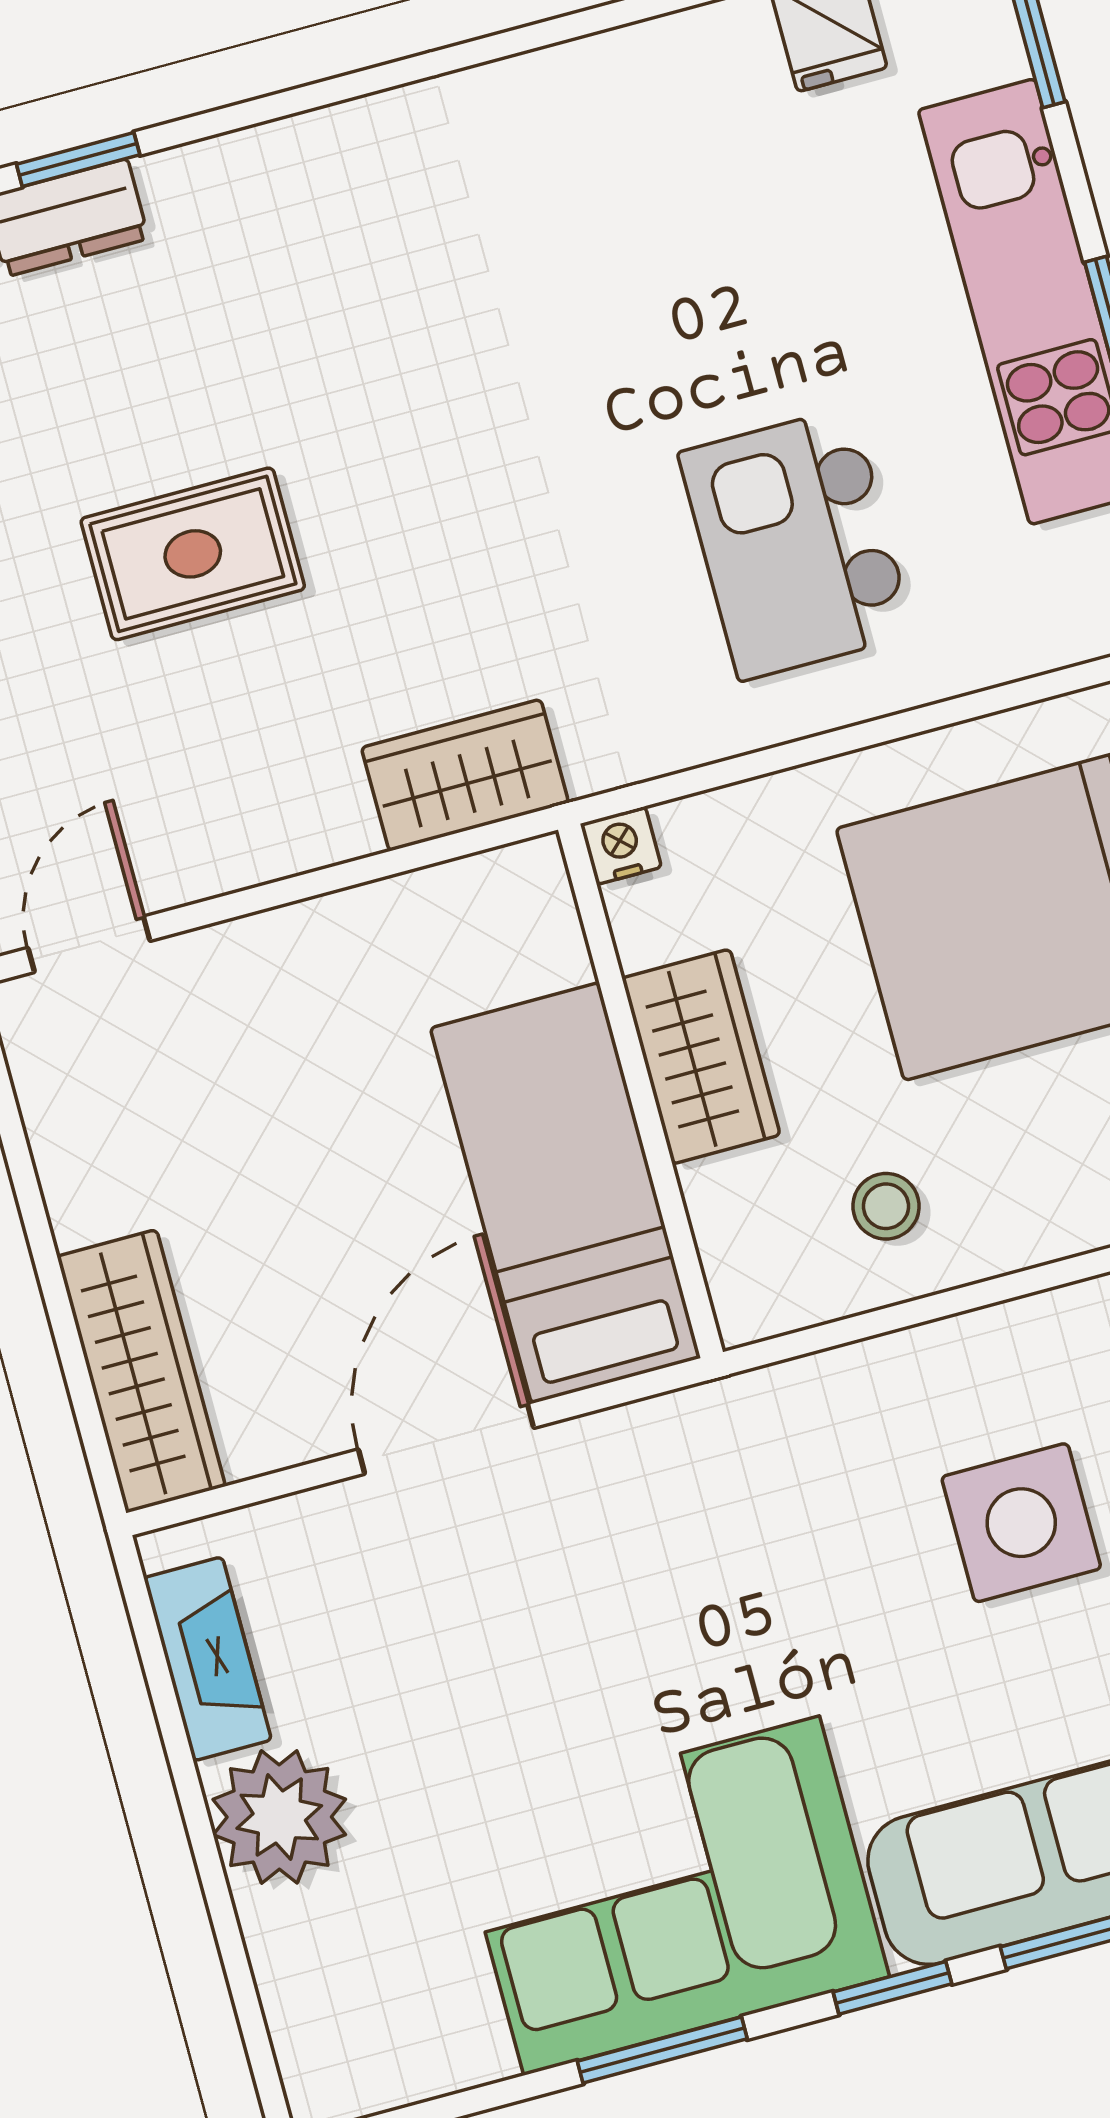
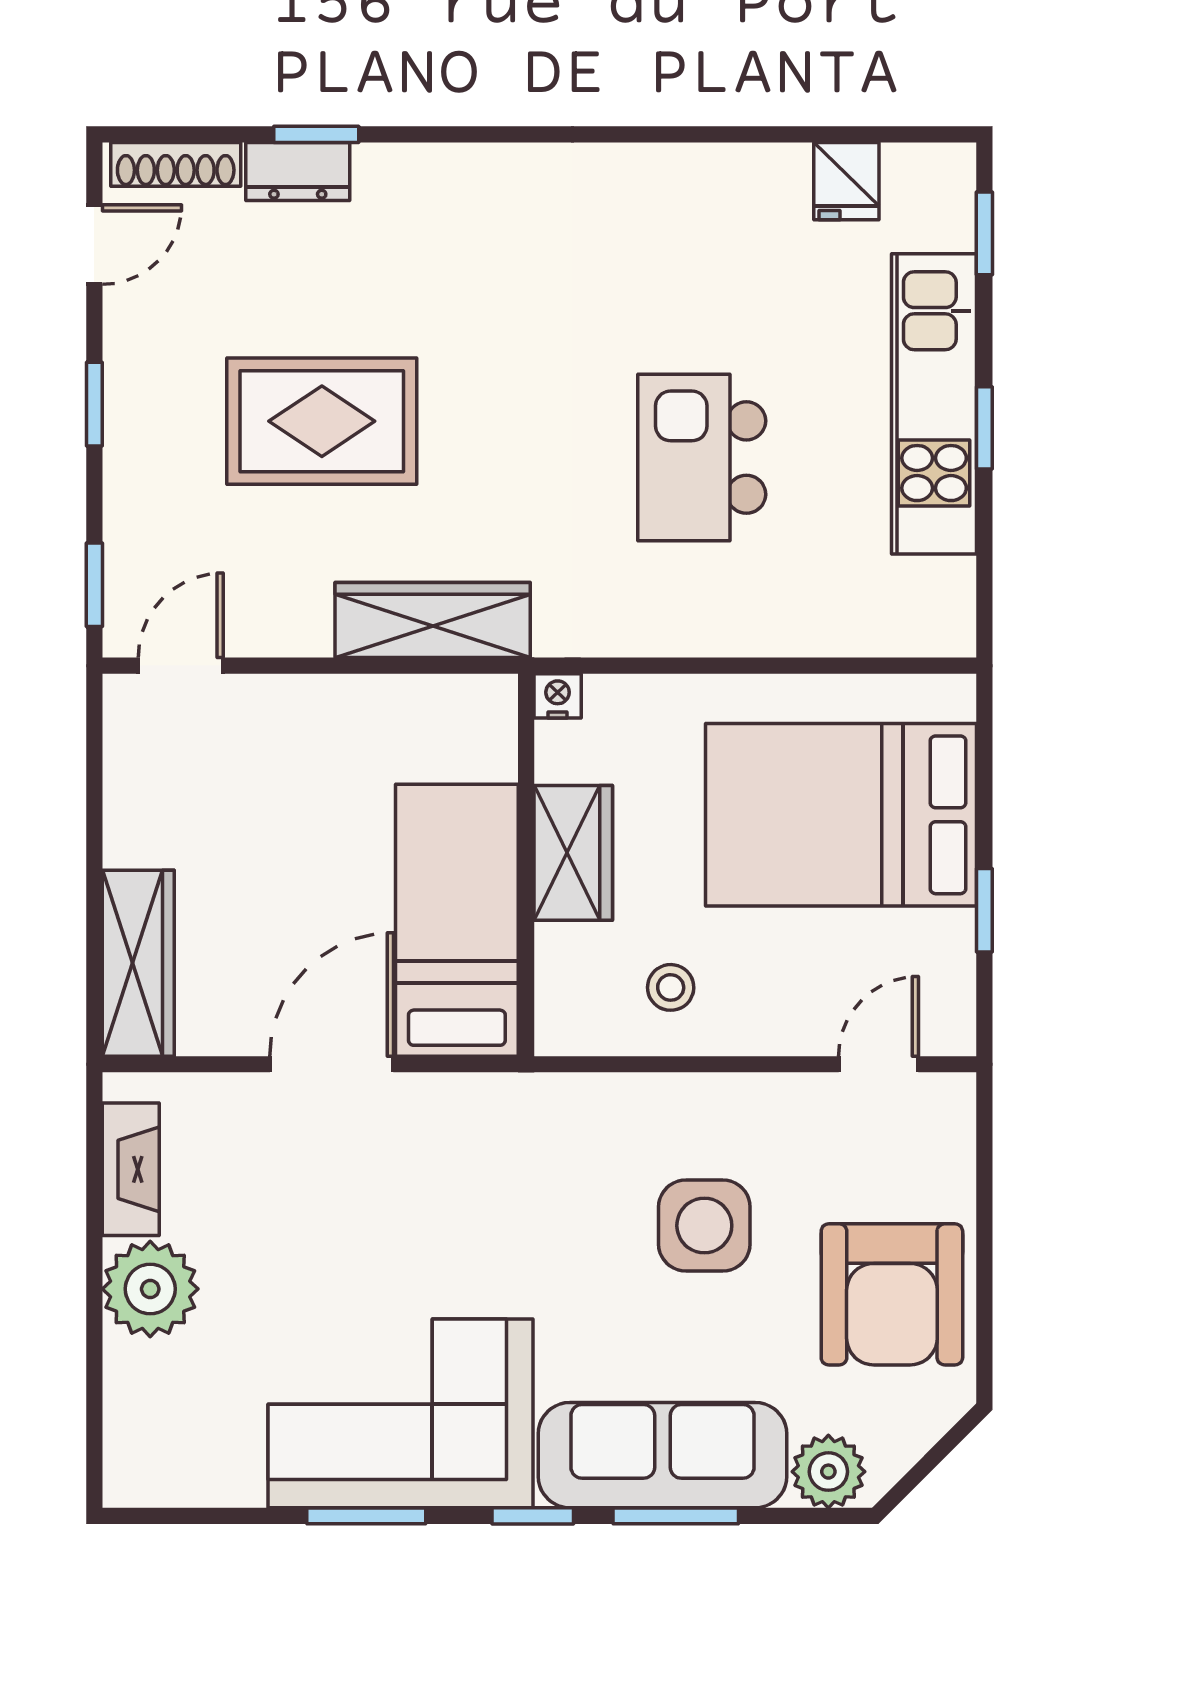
kitchen island: (796, 544) -> (702, 458), moved
rug: (193, 554) -> (322, 421), width x1.36, depth x1.43
wardrobe: (465, 775) -> (433, 620), width x1.50

